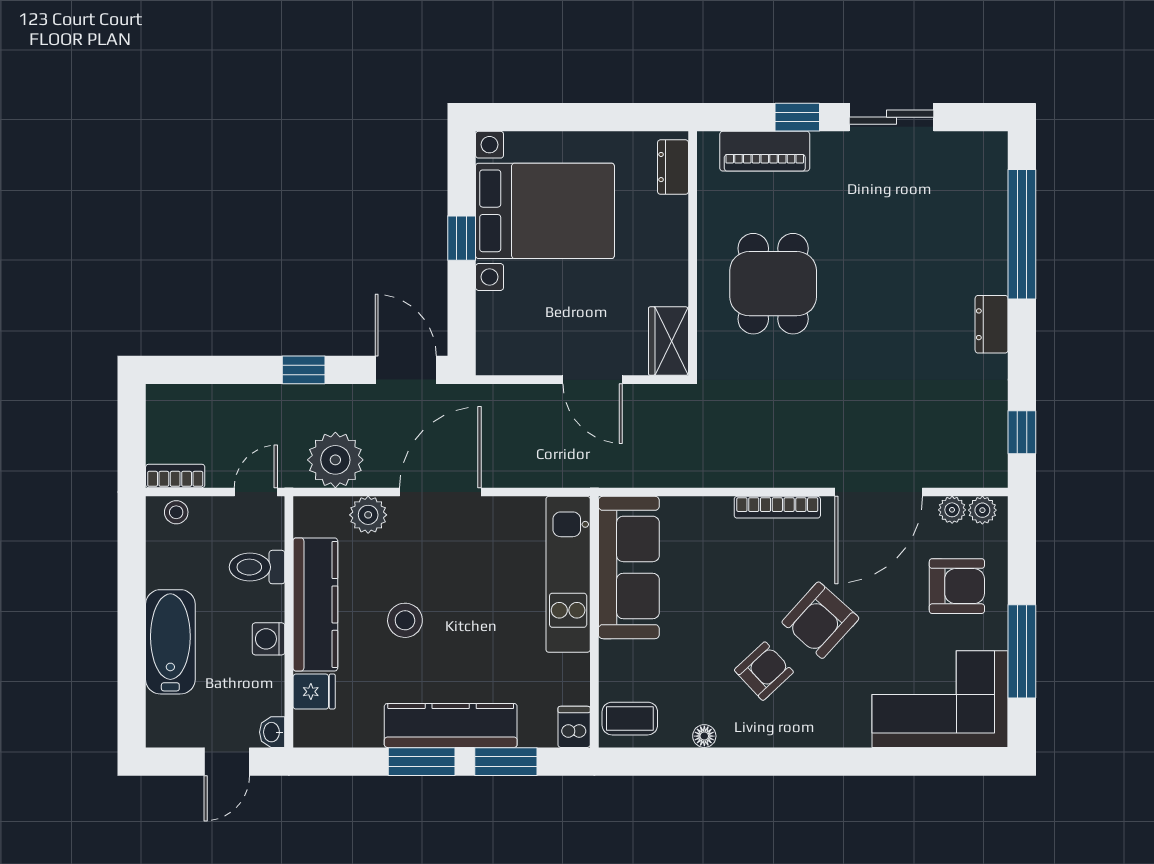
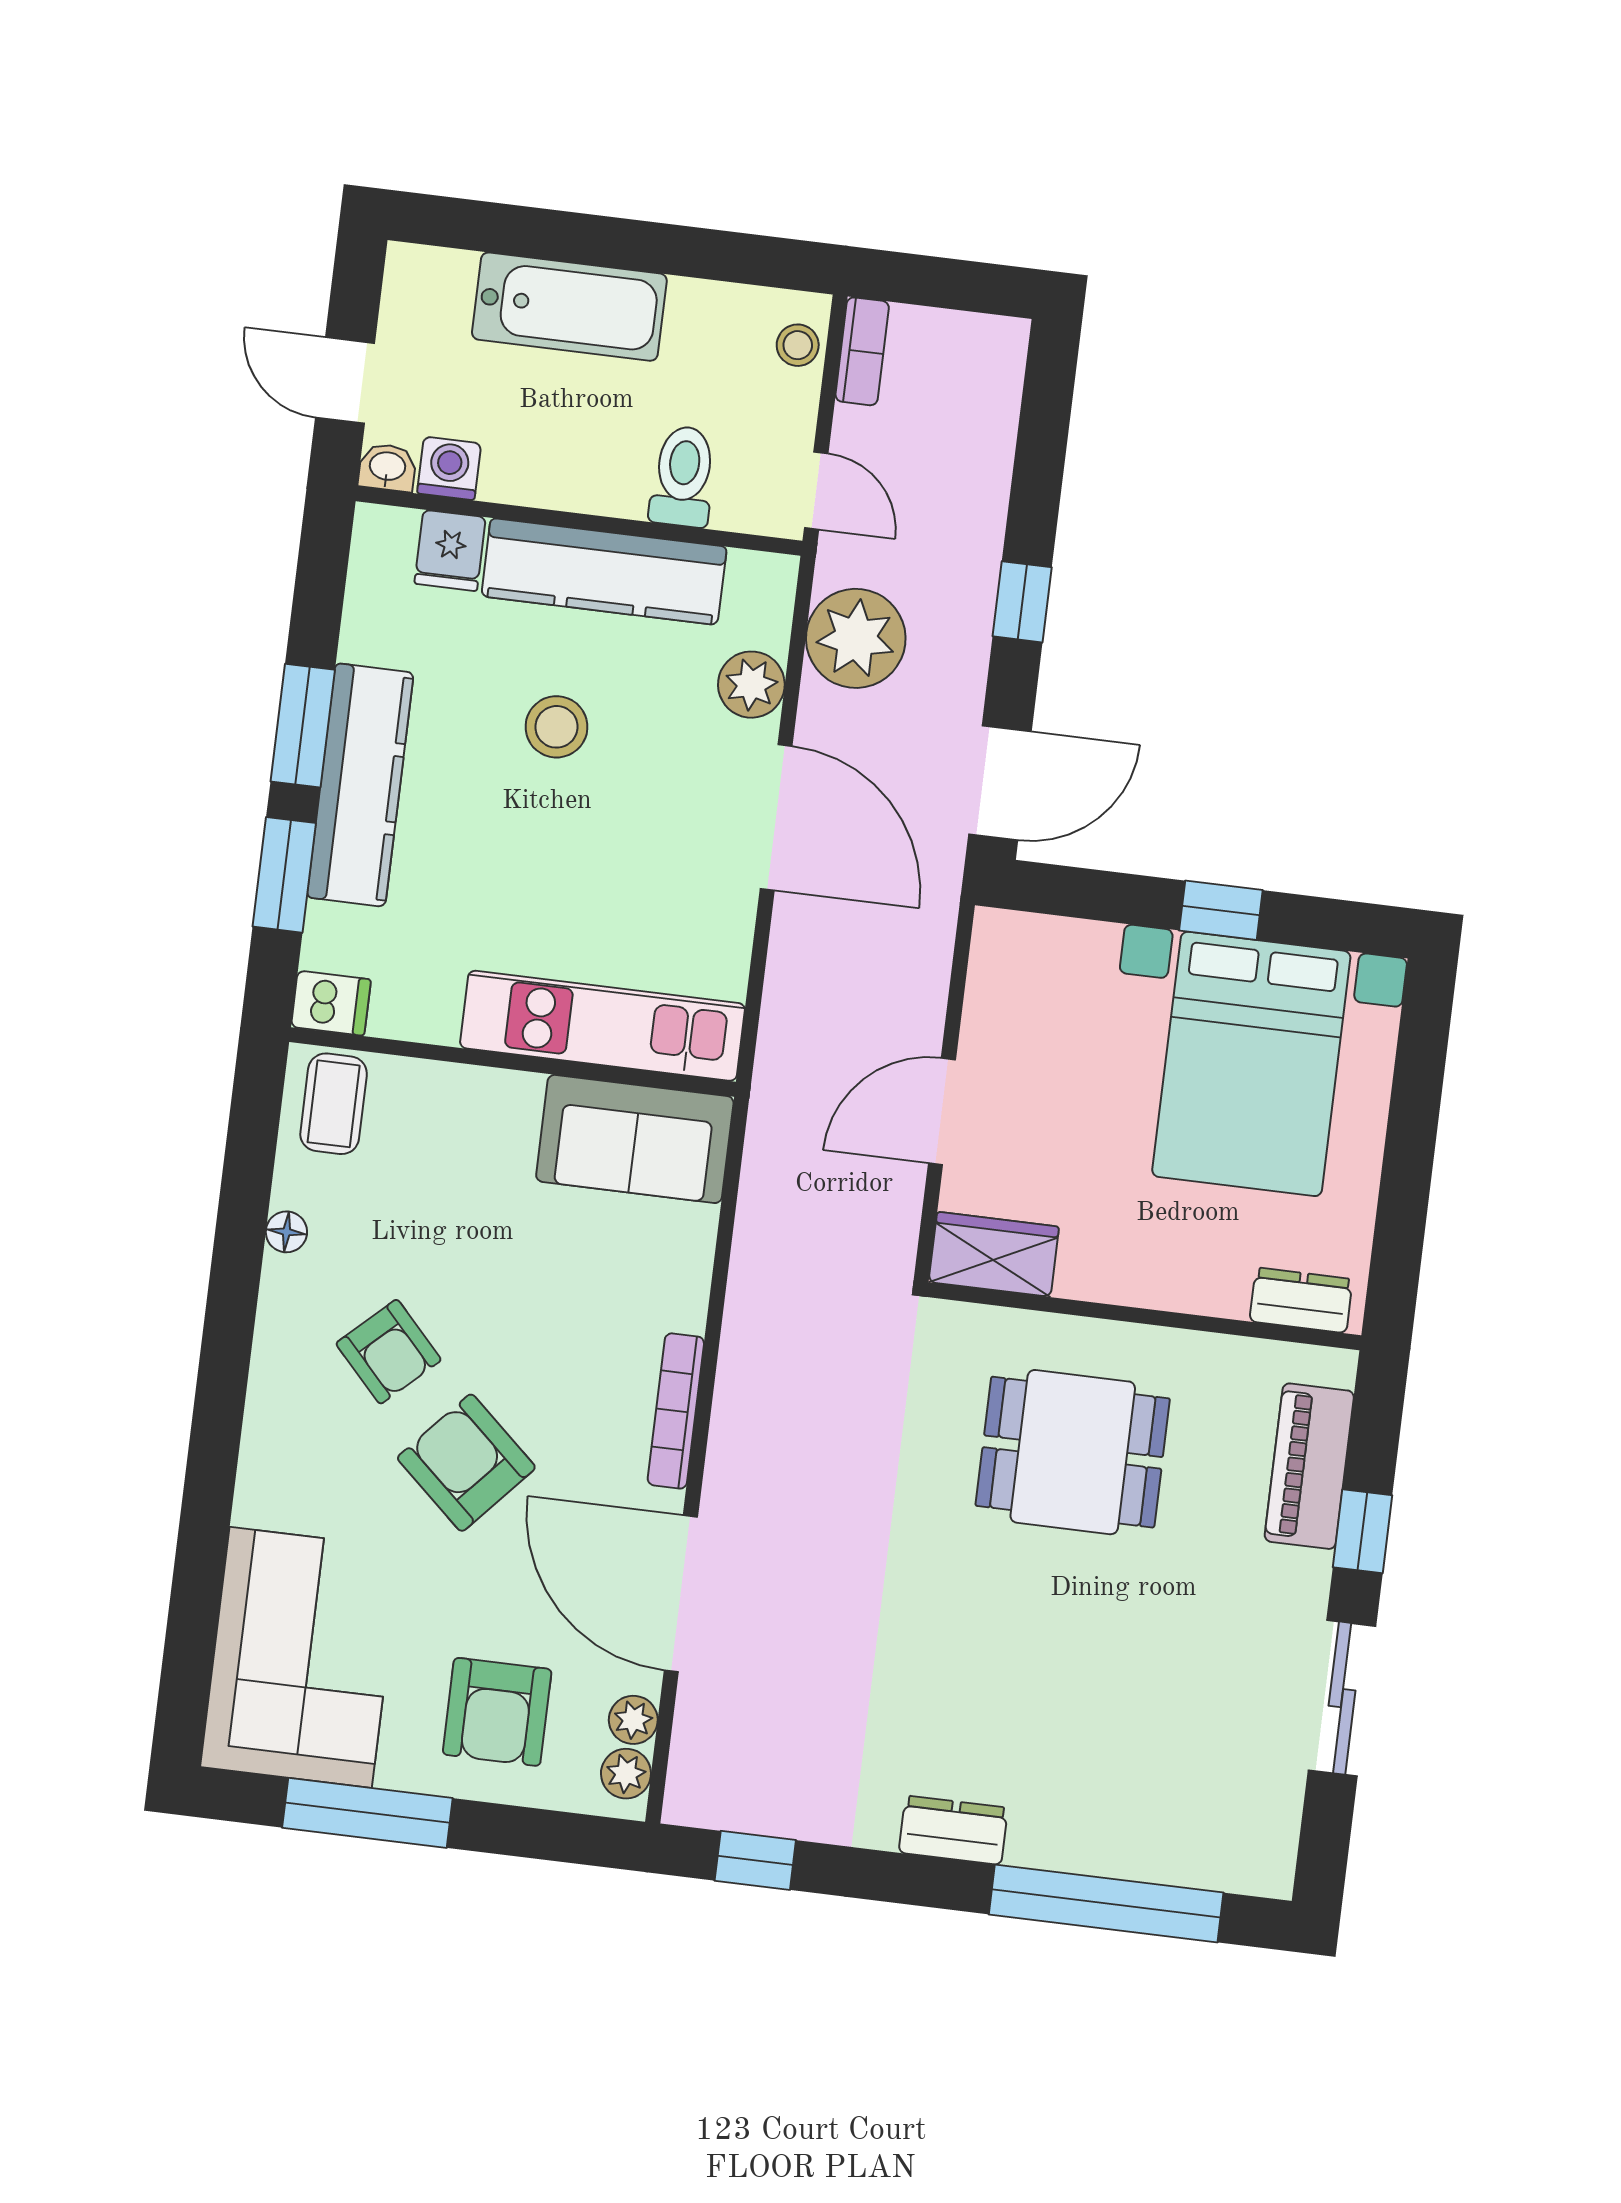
sofa: (629, 567) -> (635, 1139), width x0.73
washing machine: (269, 639) -> (449, 468), moved

